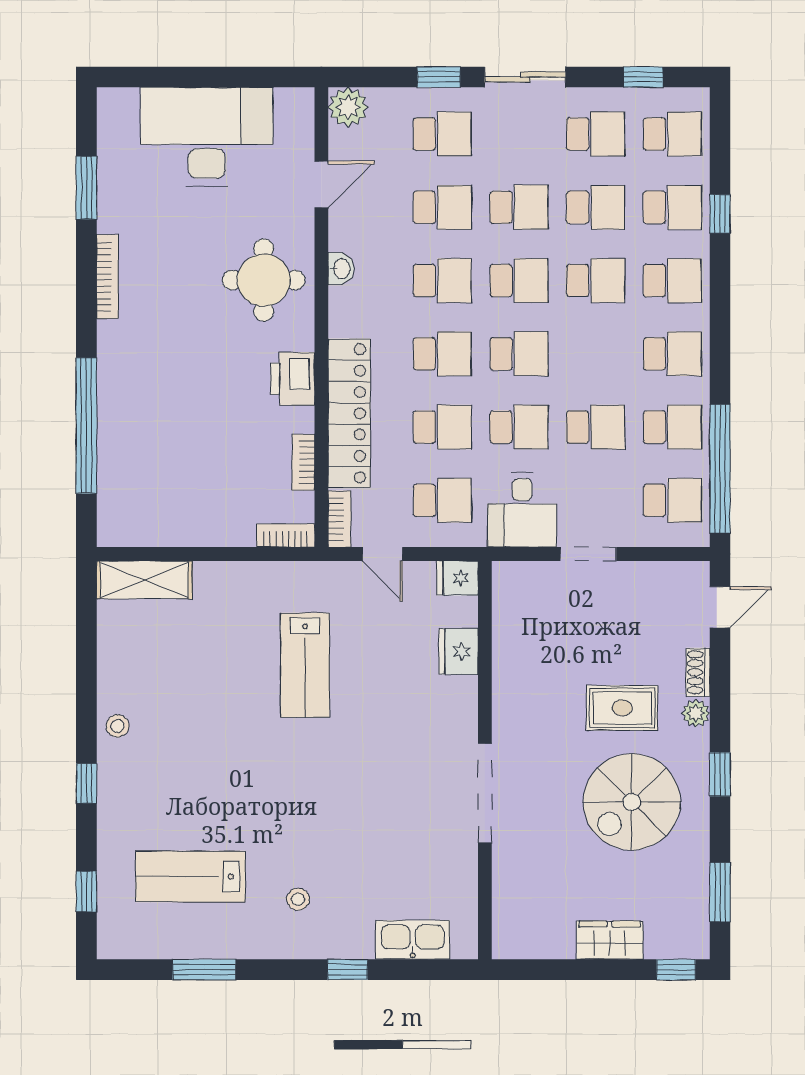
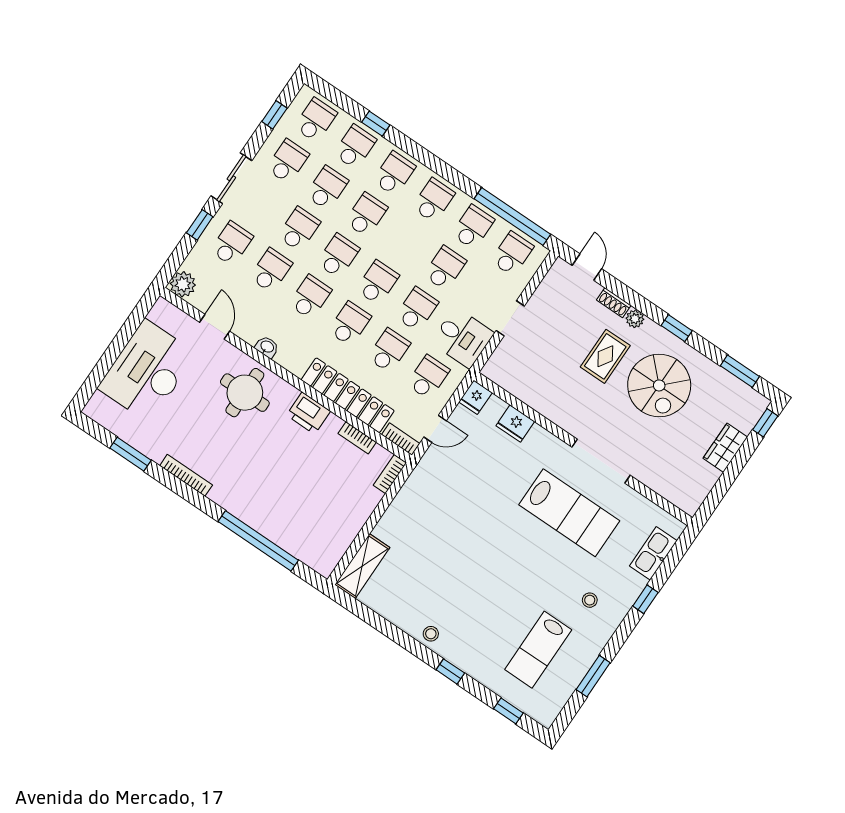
lab bench: (305, 665) -> (569, 513), moved, width x1.36, depth x1.39

